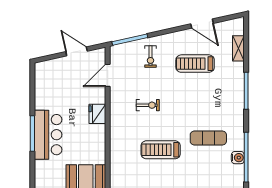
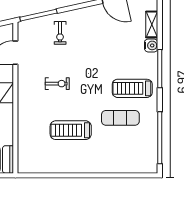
treadmill: (195, 64) -> (132, 88), moved
water cooler: (238, 158) -> (151, 45), moved

